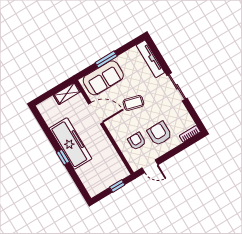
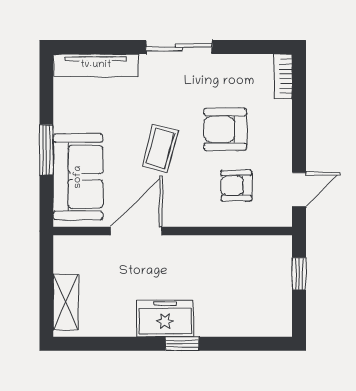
shelving: (67, 93) -> (66, 302), moved
armchair: (159, 134) -> (225, 129), moved
freezer: (71, 144) -> (165, 319), width x0.52, depth x0.79

